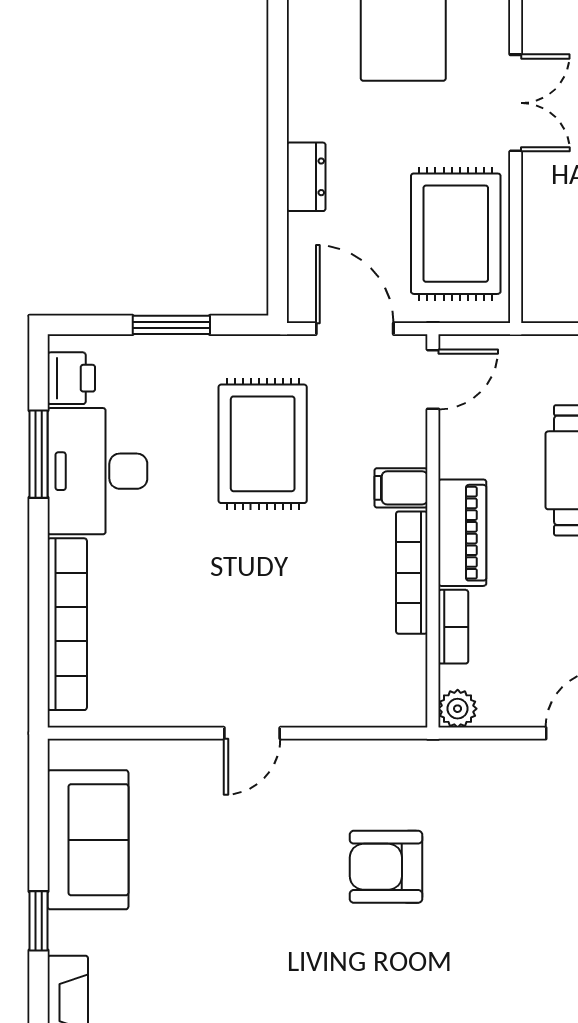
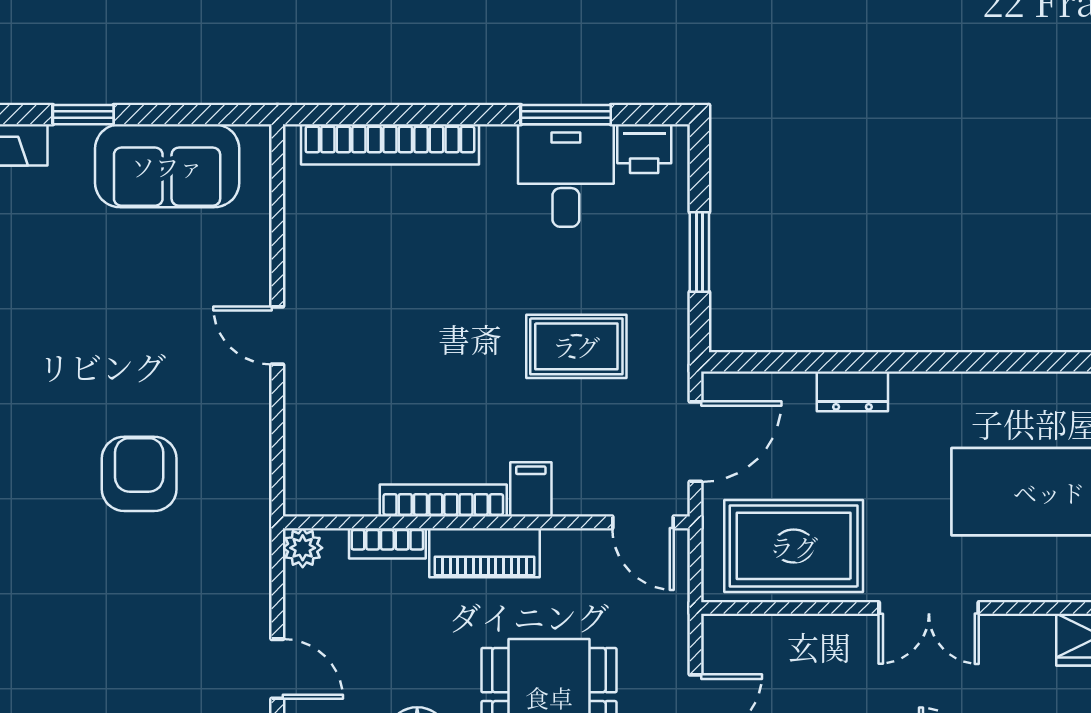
rug: (263, 444) -> (576, 346), width x0.73, depth x0.70
desk: (97, 471) -> (566, 176), width x0.73

